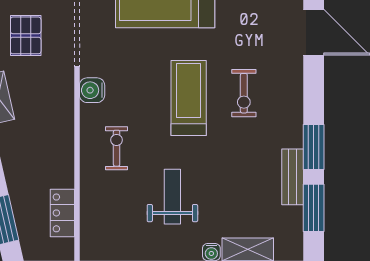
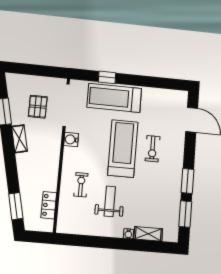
treadmill: (189, 98) -> (123, 149), width x1.37, depth x1.38
exercise bike: (117, 148) -> (81, 185), moved
bench: (293, 177) -> (175, 196), removed

